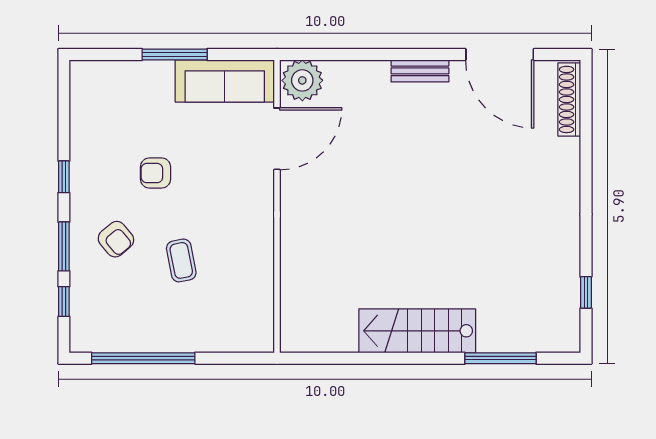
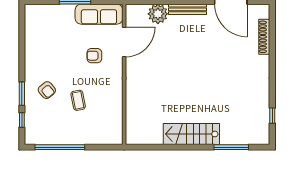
bench: (420, 71) -> (188, 9), width x1.36
plant: (302, 80) -> (158, 14), moved
shoe rack: (569, 99) -> (264, 37), moved
armchair: (156, 173) -> (94, 56), moved
window: (64, 177) -> (22, 60), removed

